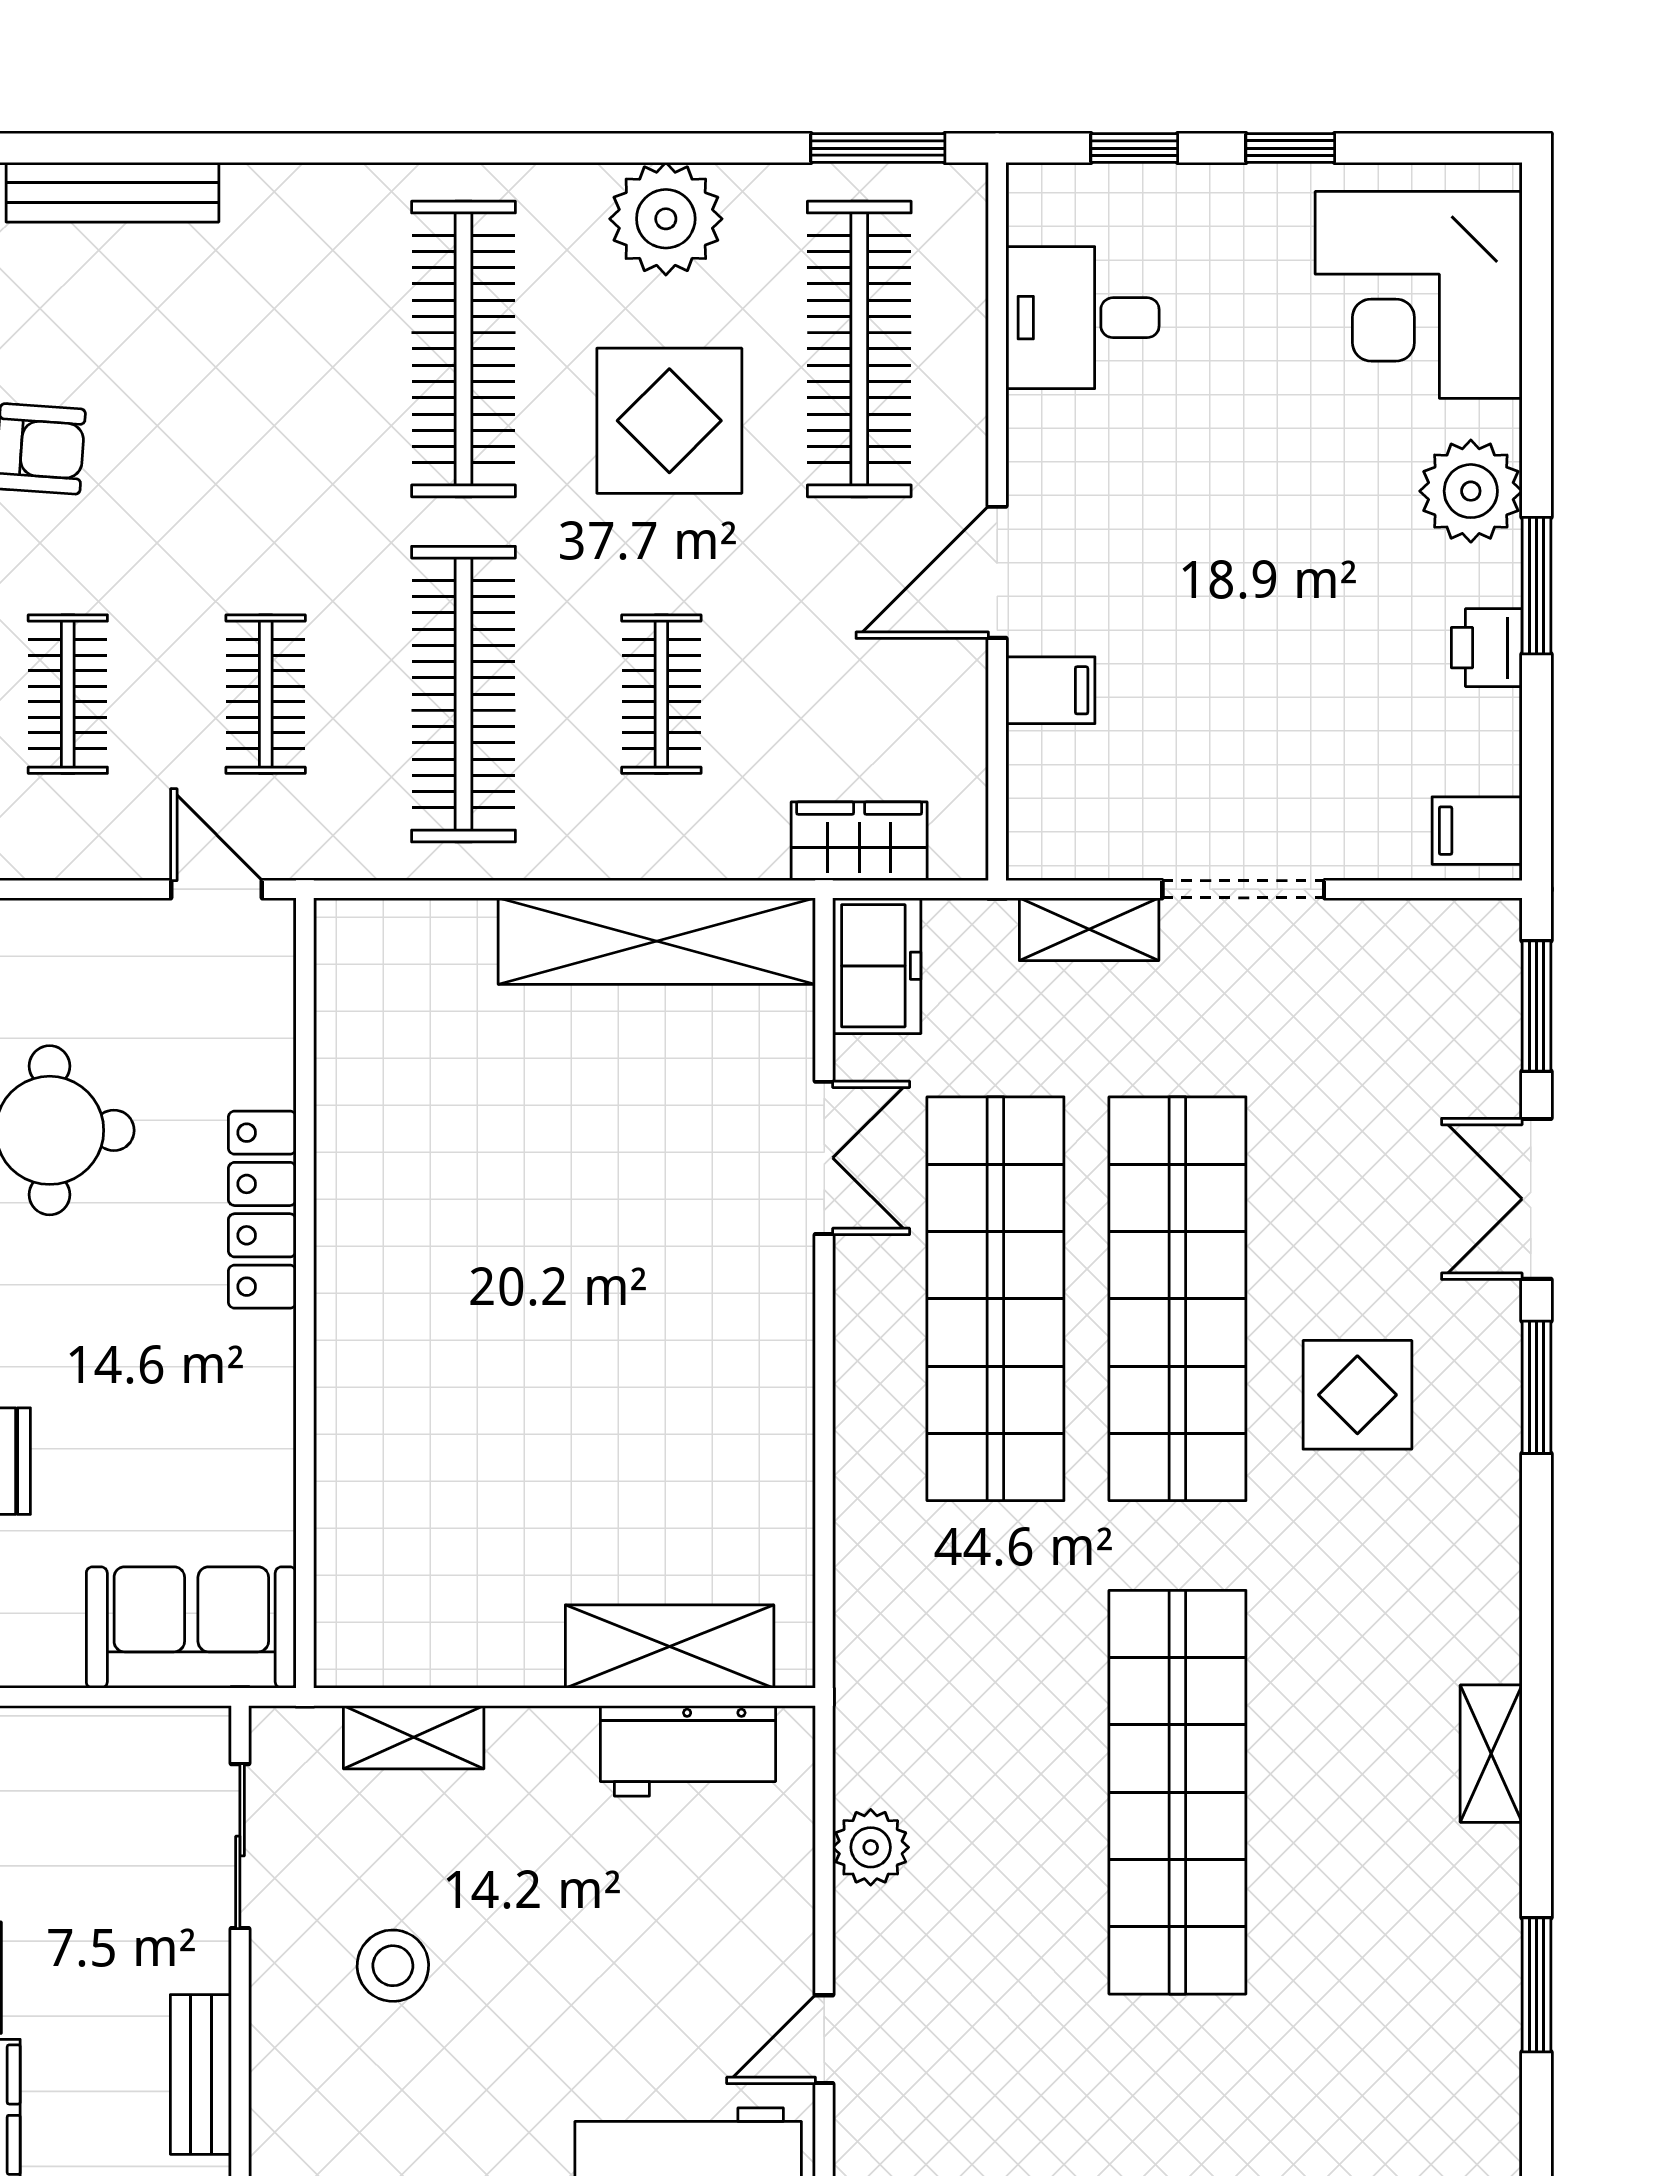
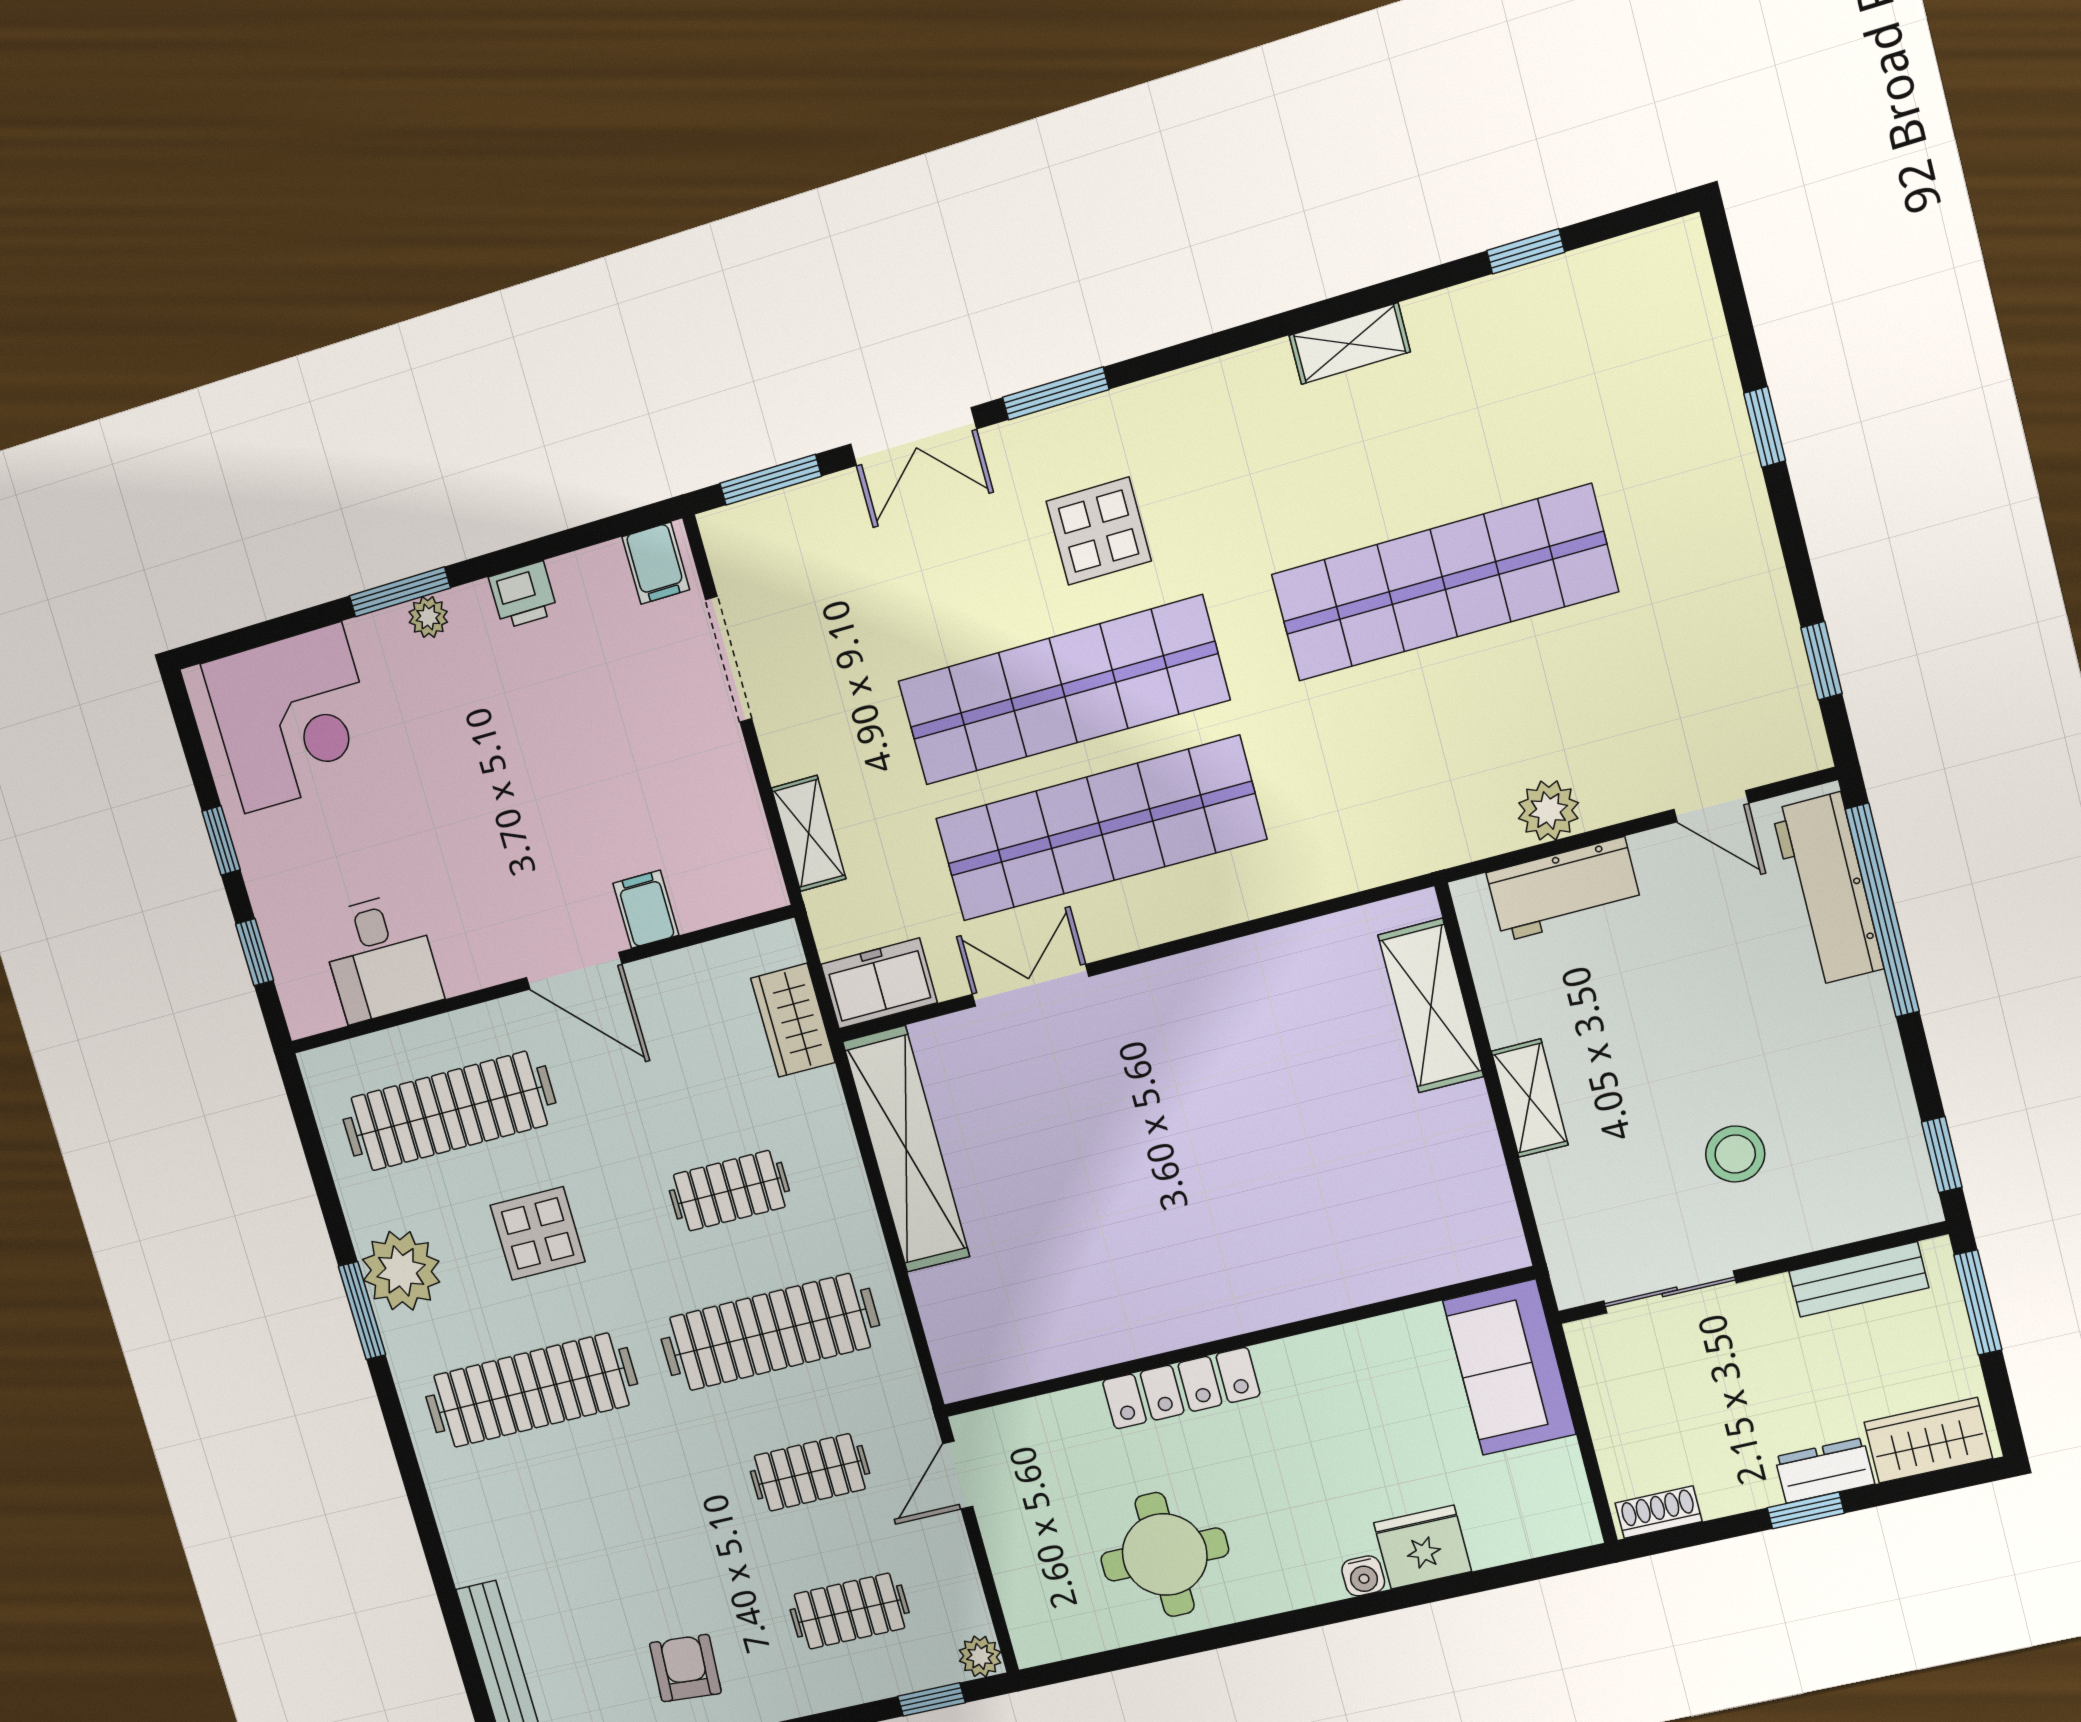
window: (878, 148) -> (362, 1311), moved
display table: (669, 421) -> (538, 1233), width x0.73, depth x0.73
plant: (1471, 491) -> (428, 617), width x0.53, depth x0.53
window: (1536, 586) -> (400, 592), moved
doorway: (1243, 889) -> (729, 659), moved
shelving: (414, 1737) -> (1530, 1098), moved
workbench: (688, 1751) -> (1564, 889), moved, turned 90
window: (1536, 1985) -> (1526, 251), width x0.67

